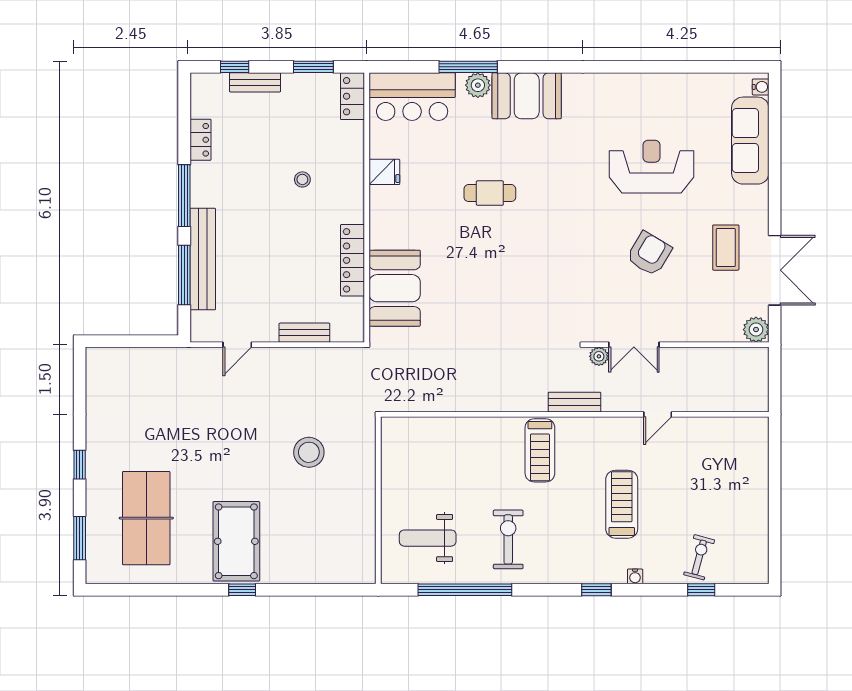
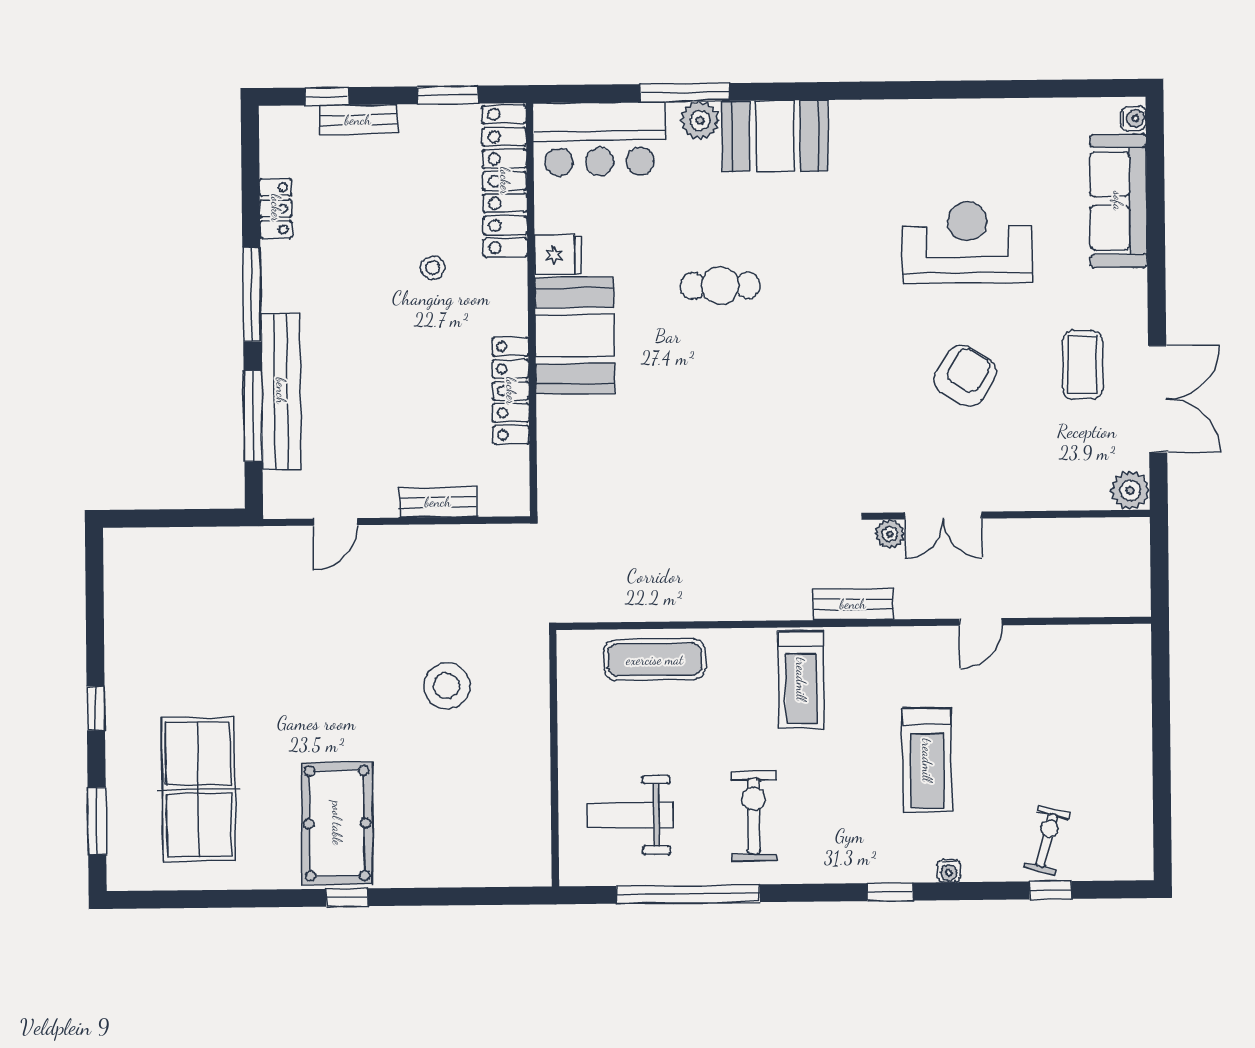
locker: (352, 96) -> (505, 181), width x2.16, depth x1.21
booth: (395, 288) -> (575, 336), moved
exercise mat: (445, 437) -> (655, 660), added
treadmill: (622, 504) -> (927, 760), turned 180

